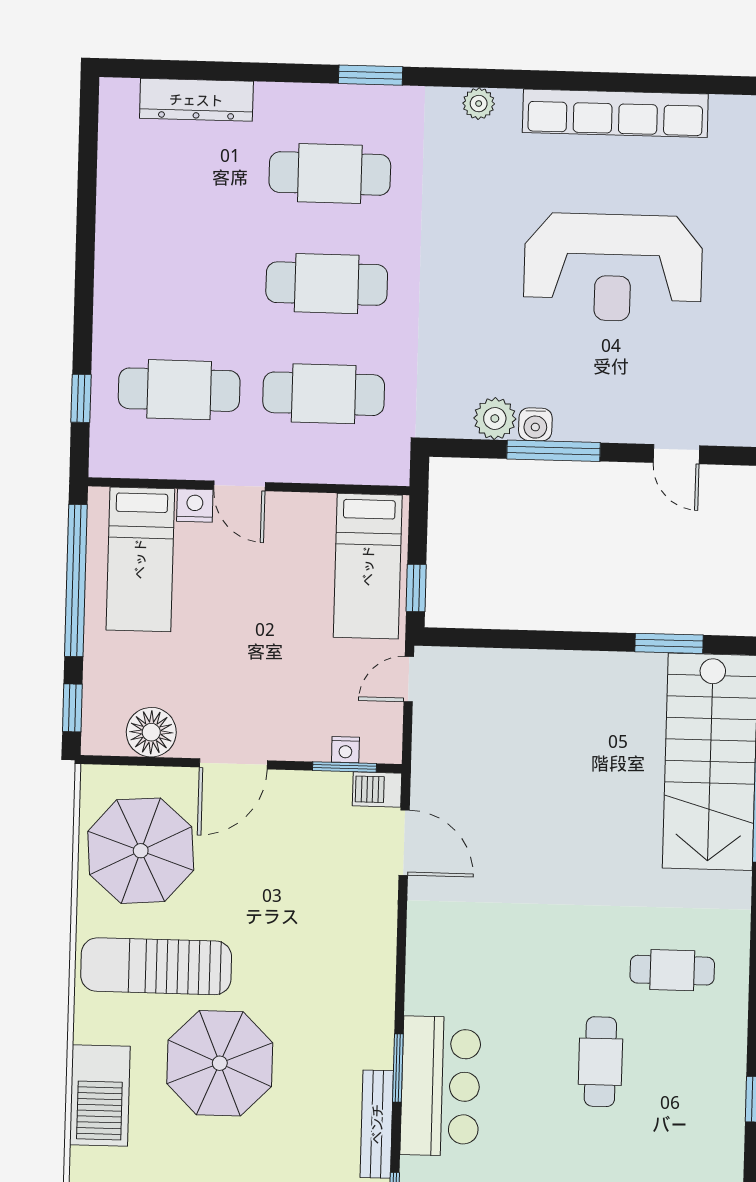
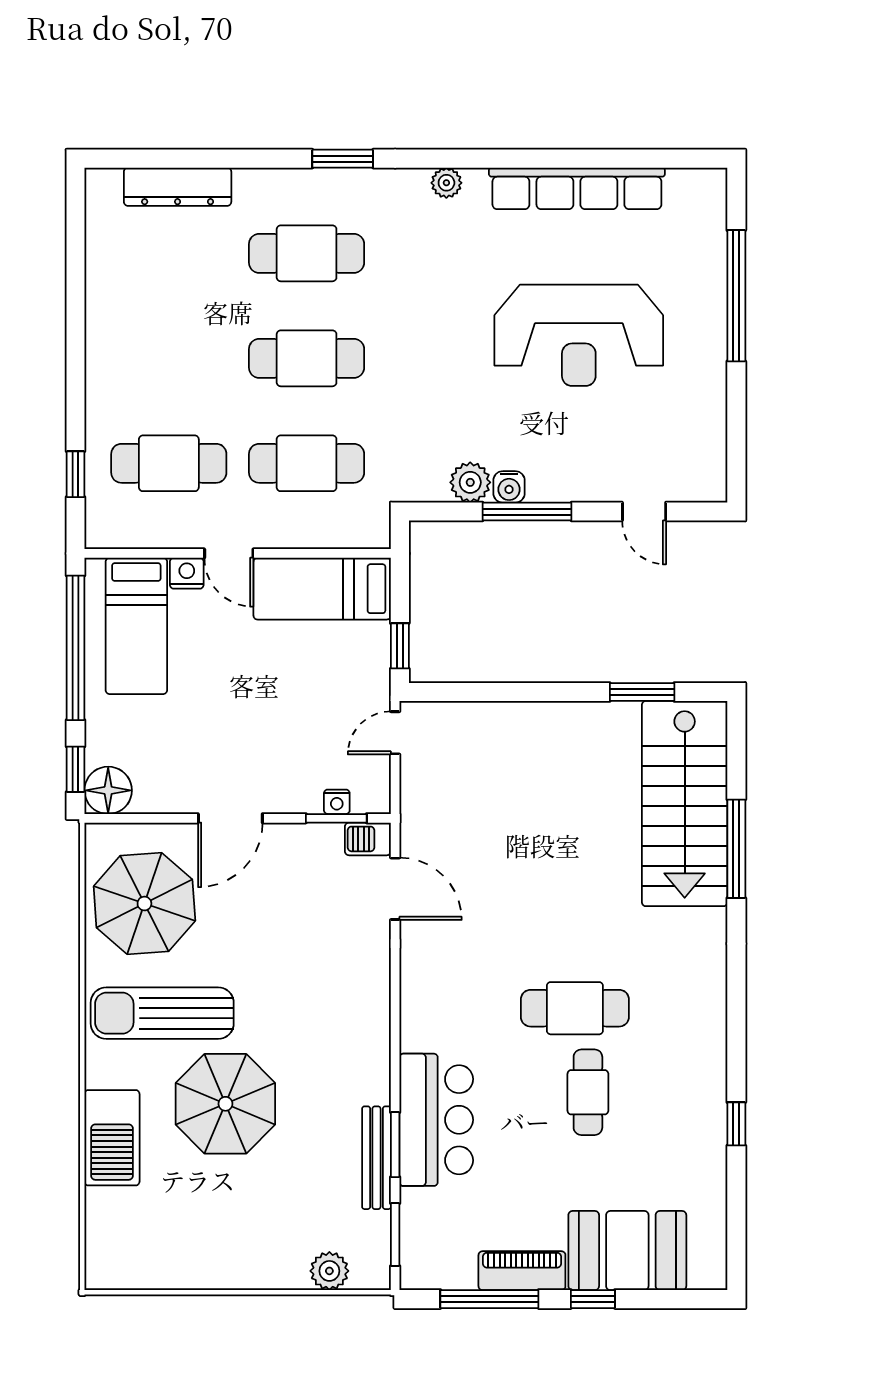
bed: (368, 566) -> (322, 589), moved, turned 90
floor lamp: (151, 732) -> (108, 790), moved
cafe table: (672, 970) -> (575, 1008), moved, width x1.37, depth x1.35
window: (398, 1068) -> (395, 1145), moved

